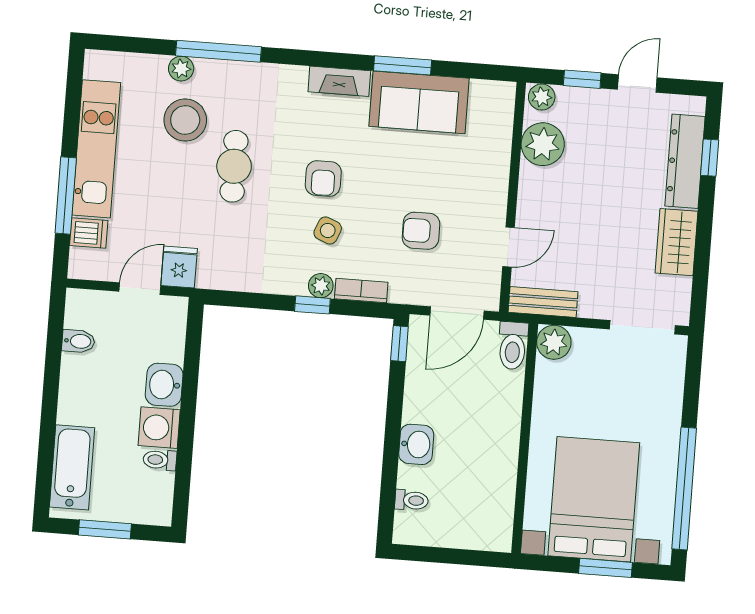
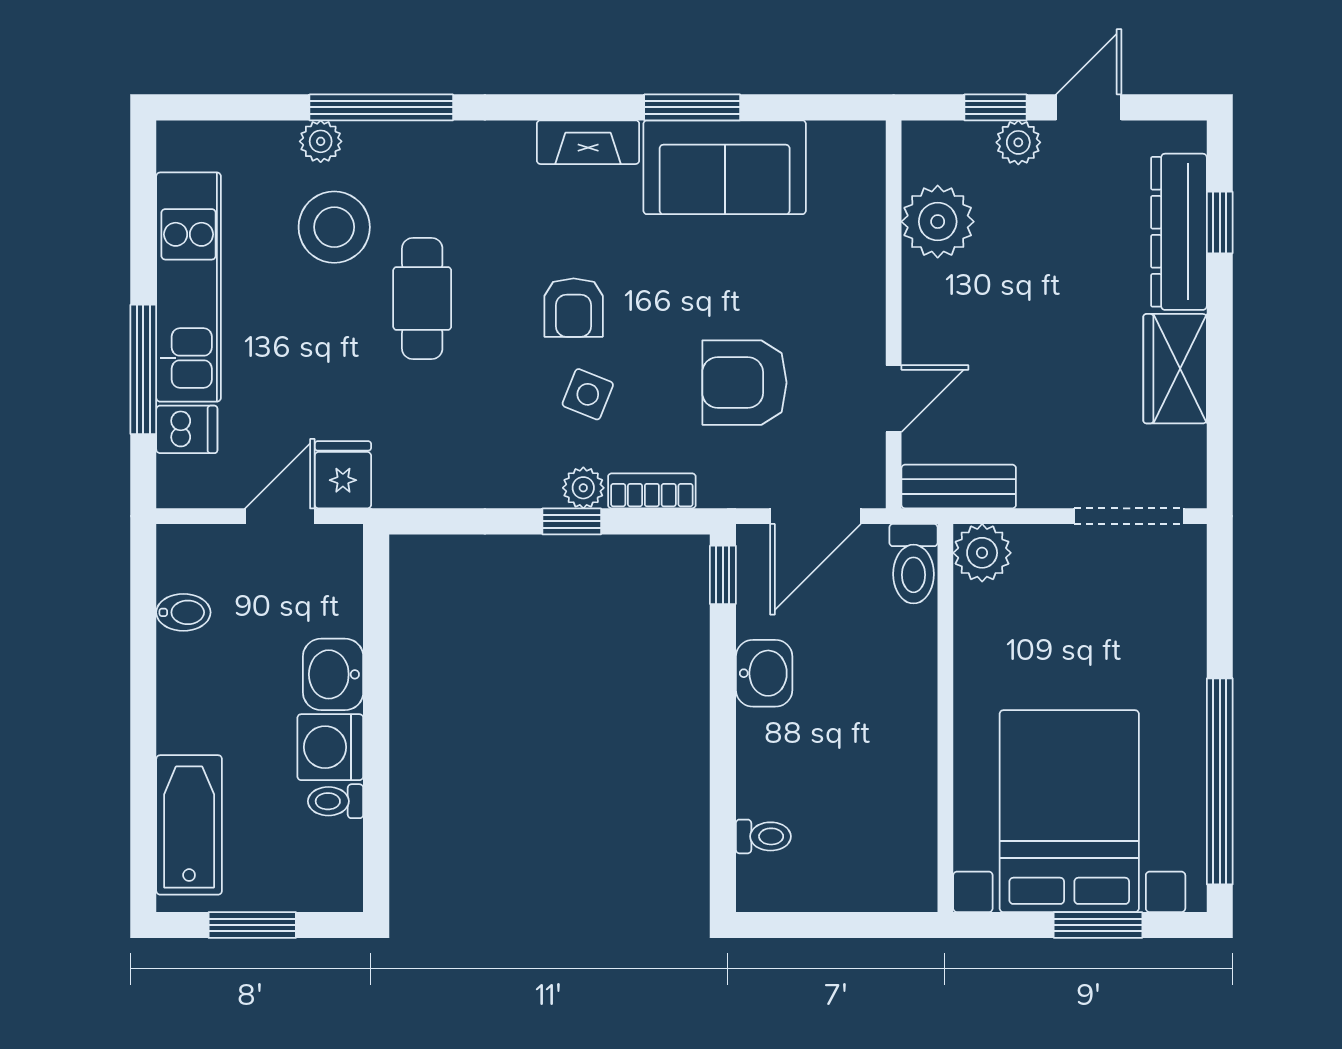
plant: (542, 97) -> (1018, 142), moved
armchair: (421, 231) -> (744, 383), width x1.38, depth x1.38
washbasin: (416, 444) -> (764, 673), moved

